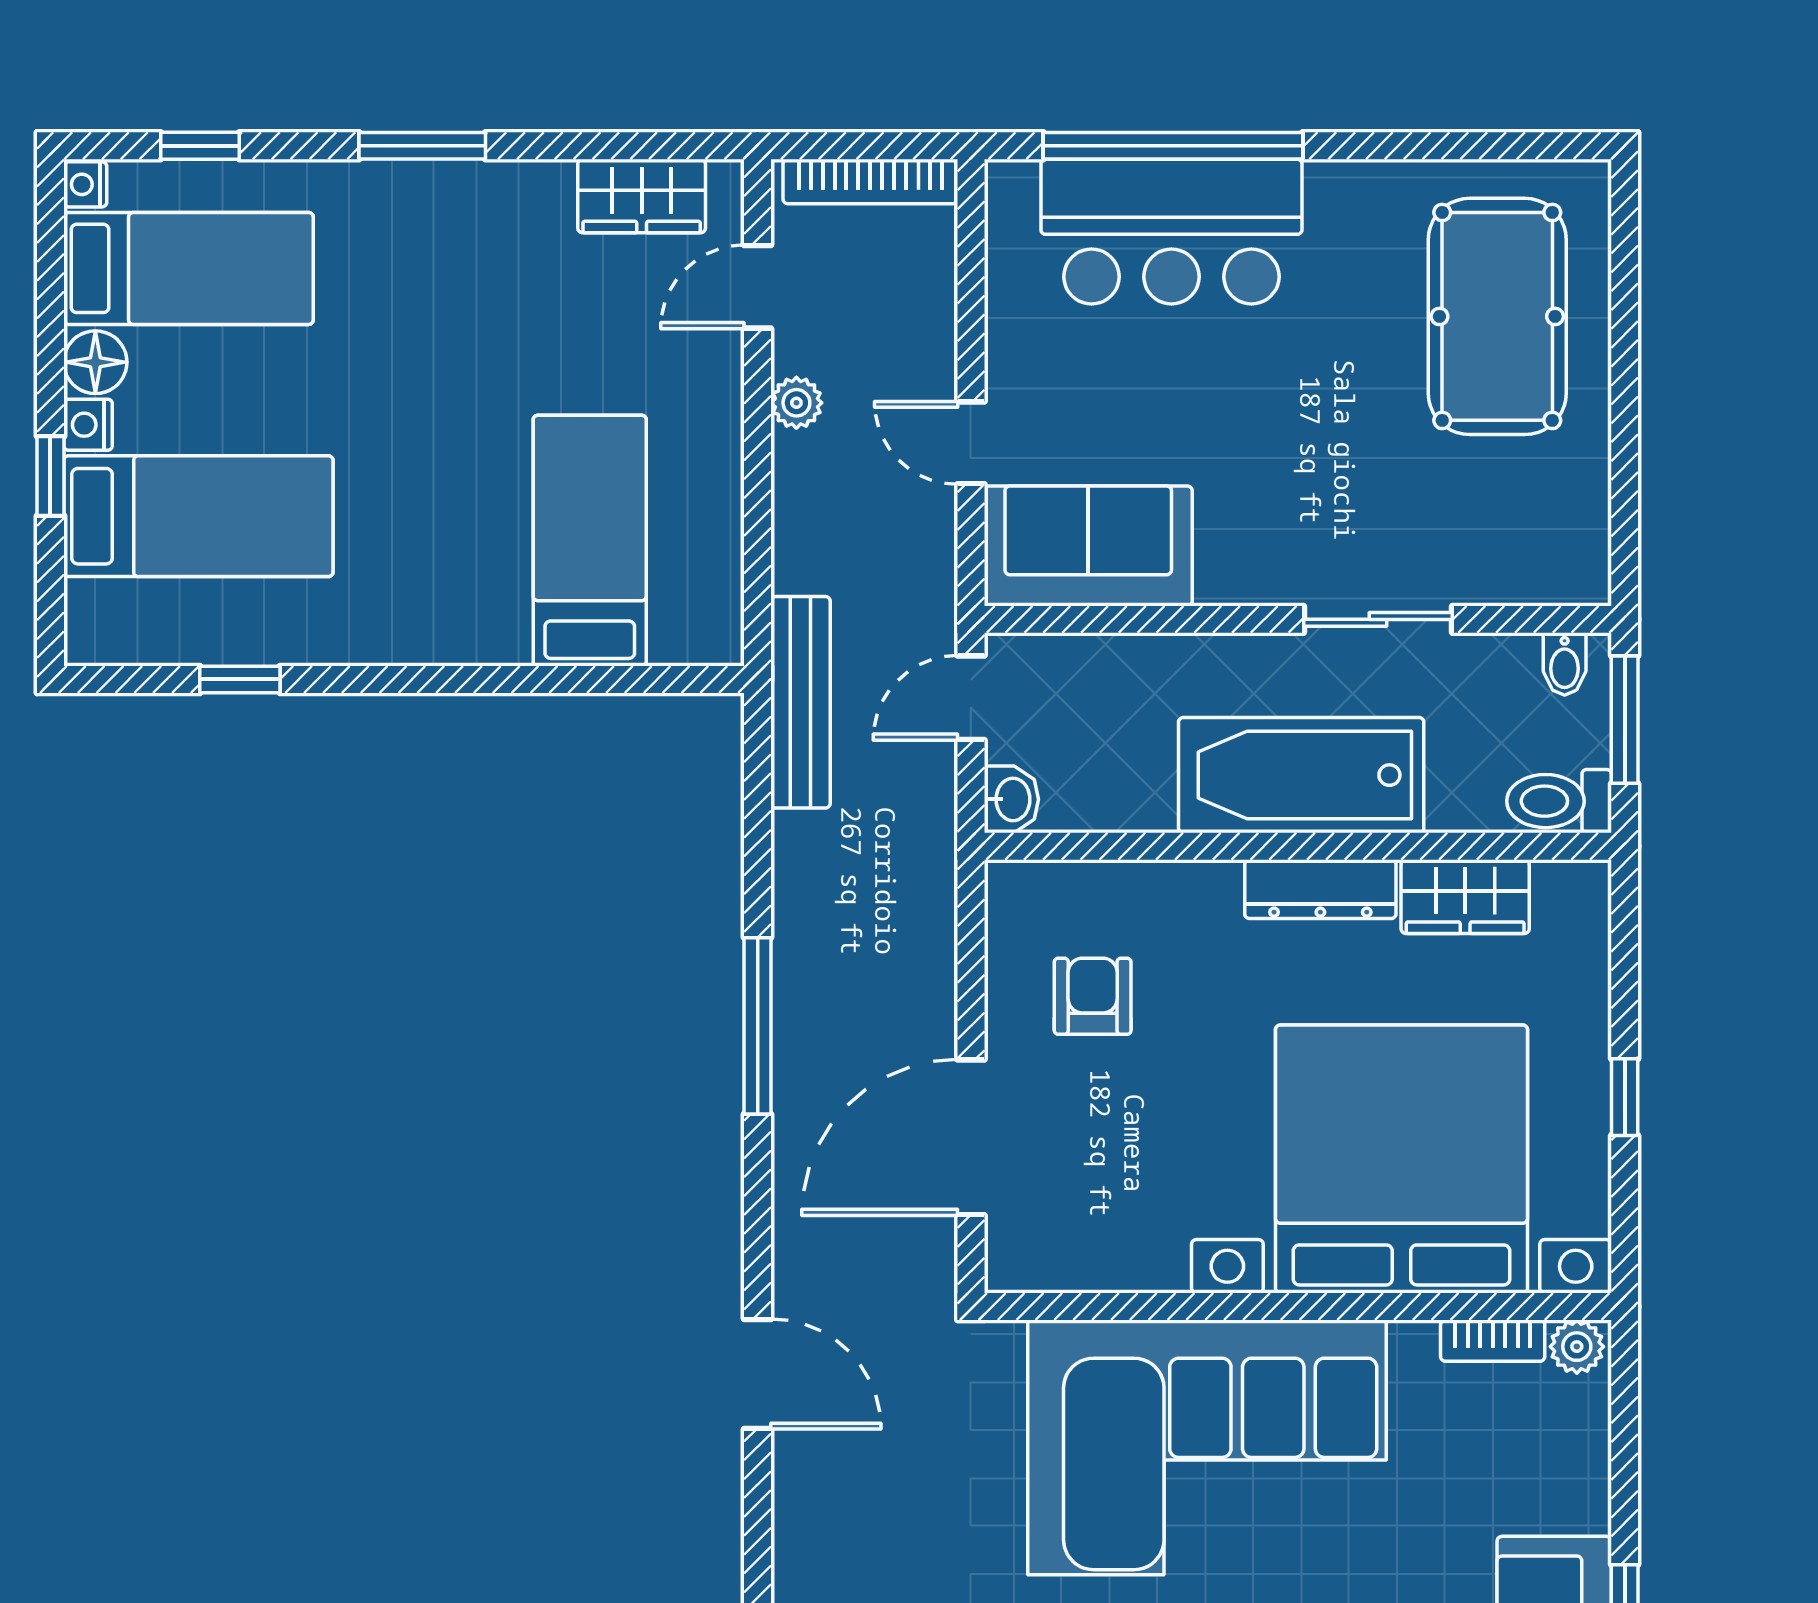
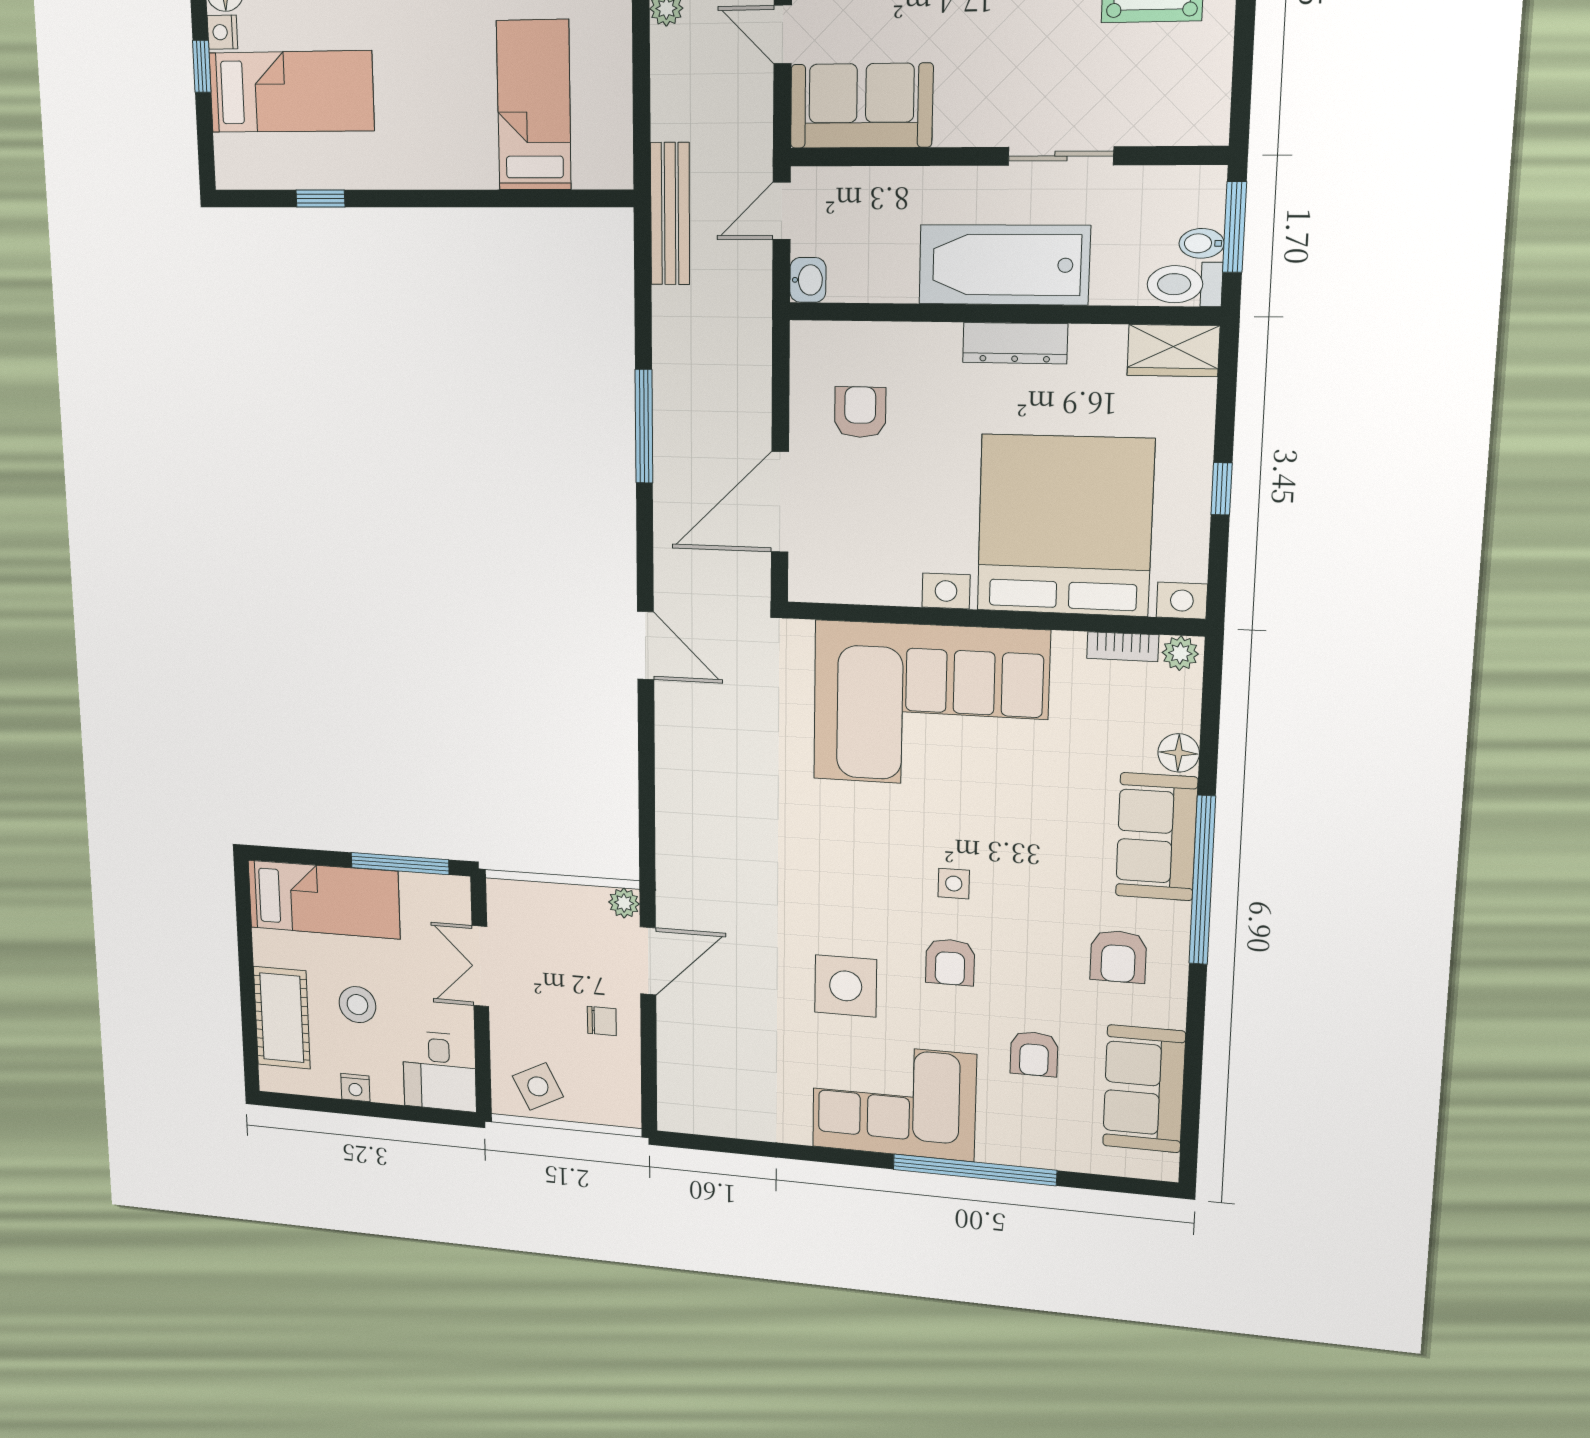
bidet: (1565, 664) -> (1202, 243), moved, turned 90
wardrobe: (1465, 897) -> (1173, 351), moved
floor lamp: (1581, 1501) -> (1179, 753), added

